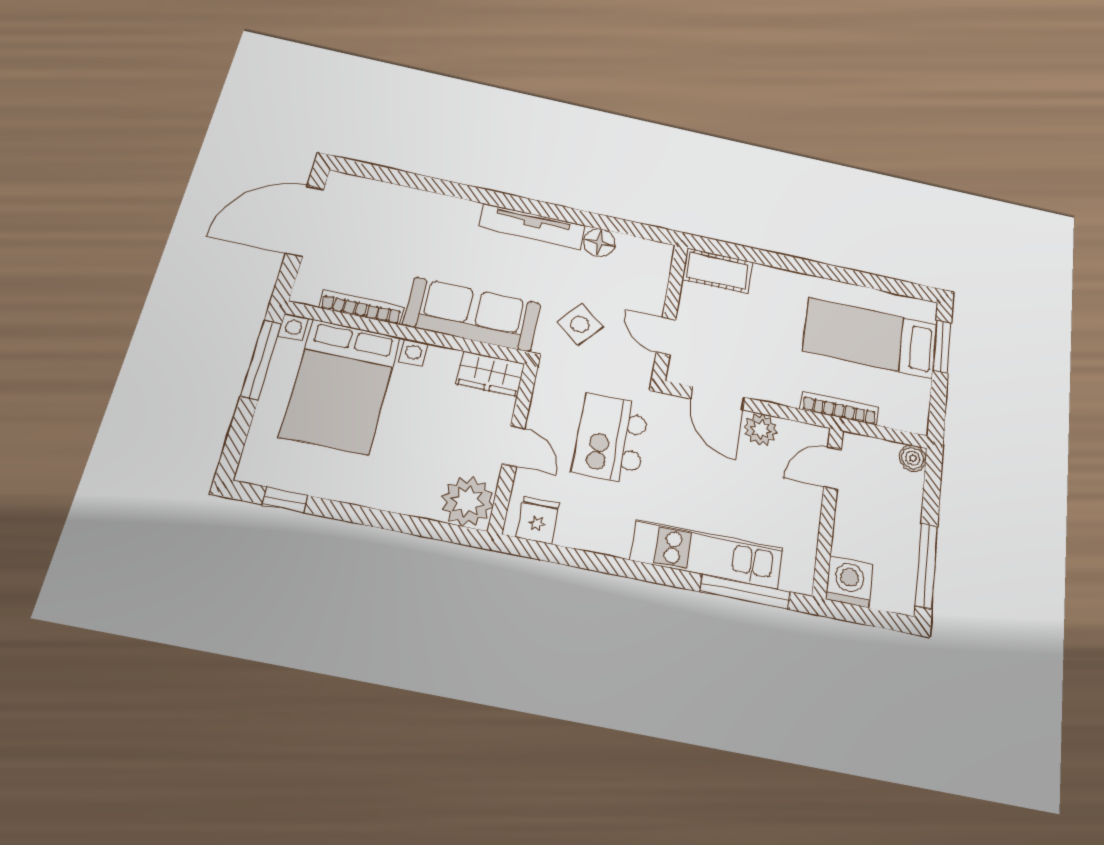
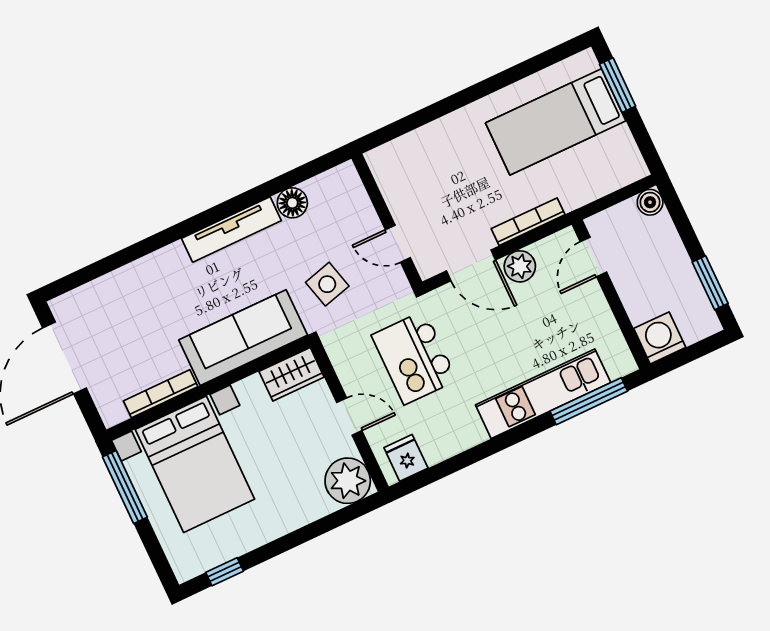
cot: (717, 271) -> (399, 156), removed
side table: (580, 324) -> (327, 284), turned 35
bookcase: (839, 408) -> (528, 222), moved
window: (926, 566) -> (710, 283), width x0.69

